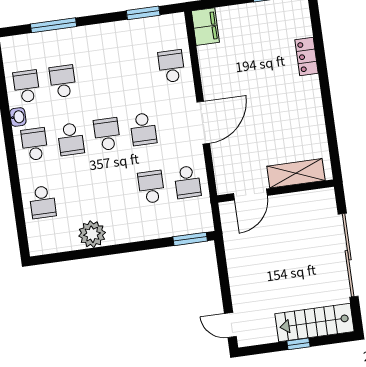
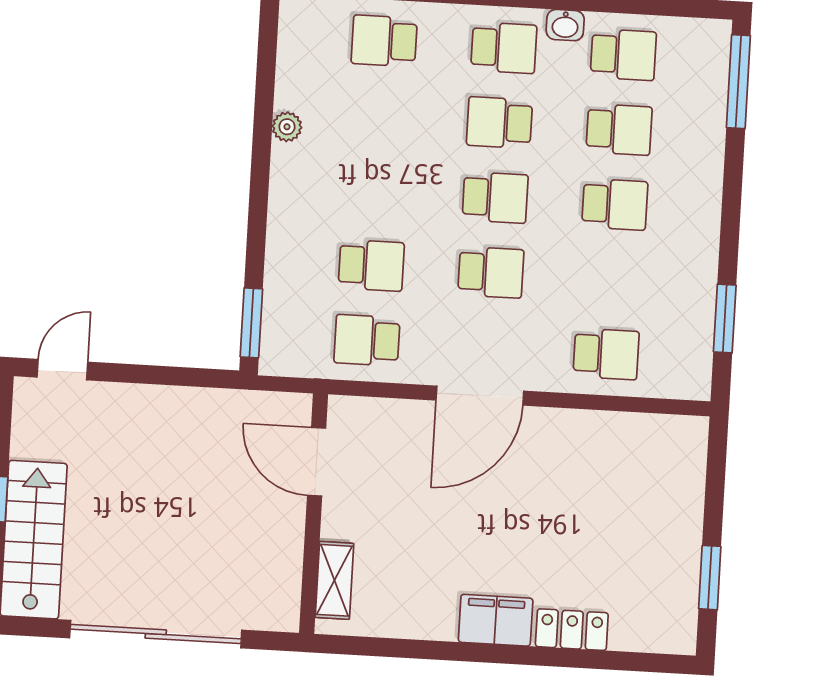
window: (54, 25) -> (738, 82), moved
filing cabinet: (205, 27) -> (496, 620), moved, turned 180
school desk: (99, 76) -> (615, 204), added
door: (203, 123) -> (480, 396), hinge flipped
school desk: (143, 129) -> (491, 272), turned 180
shelving: (296, 173) -> (334, 580), width x0.67, depth x0.75
plant: (92, 234) -> (287, 127), width x0.53, depth x0.53

